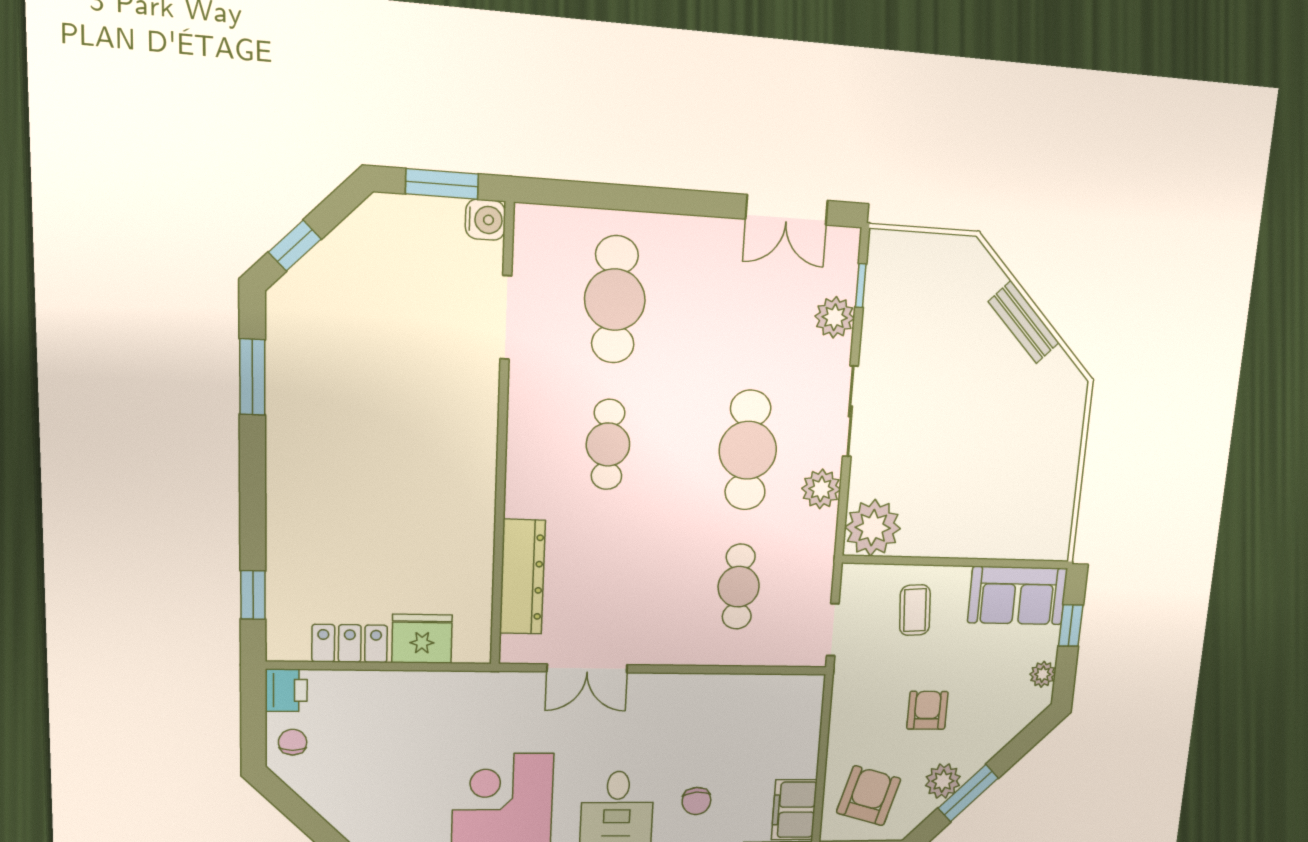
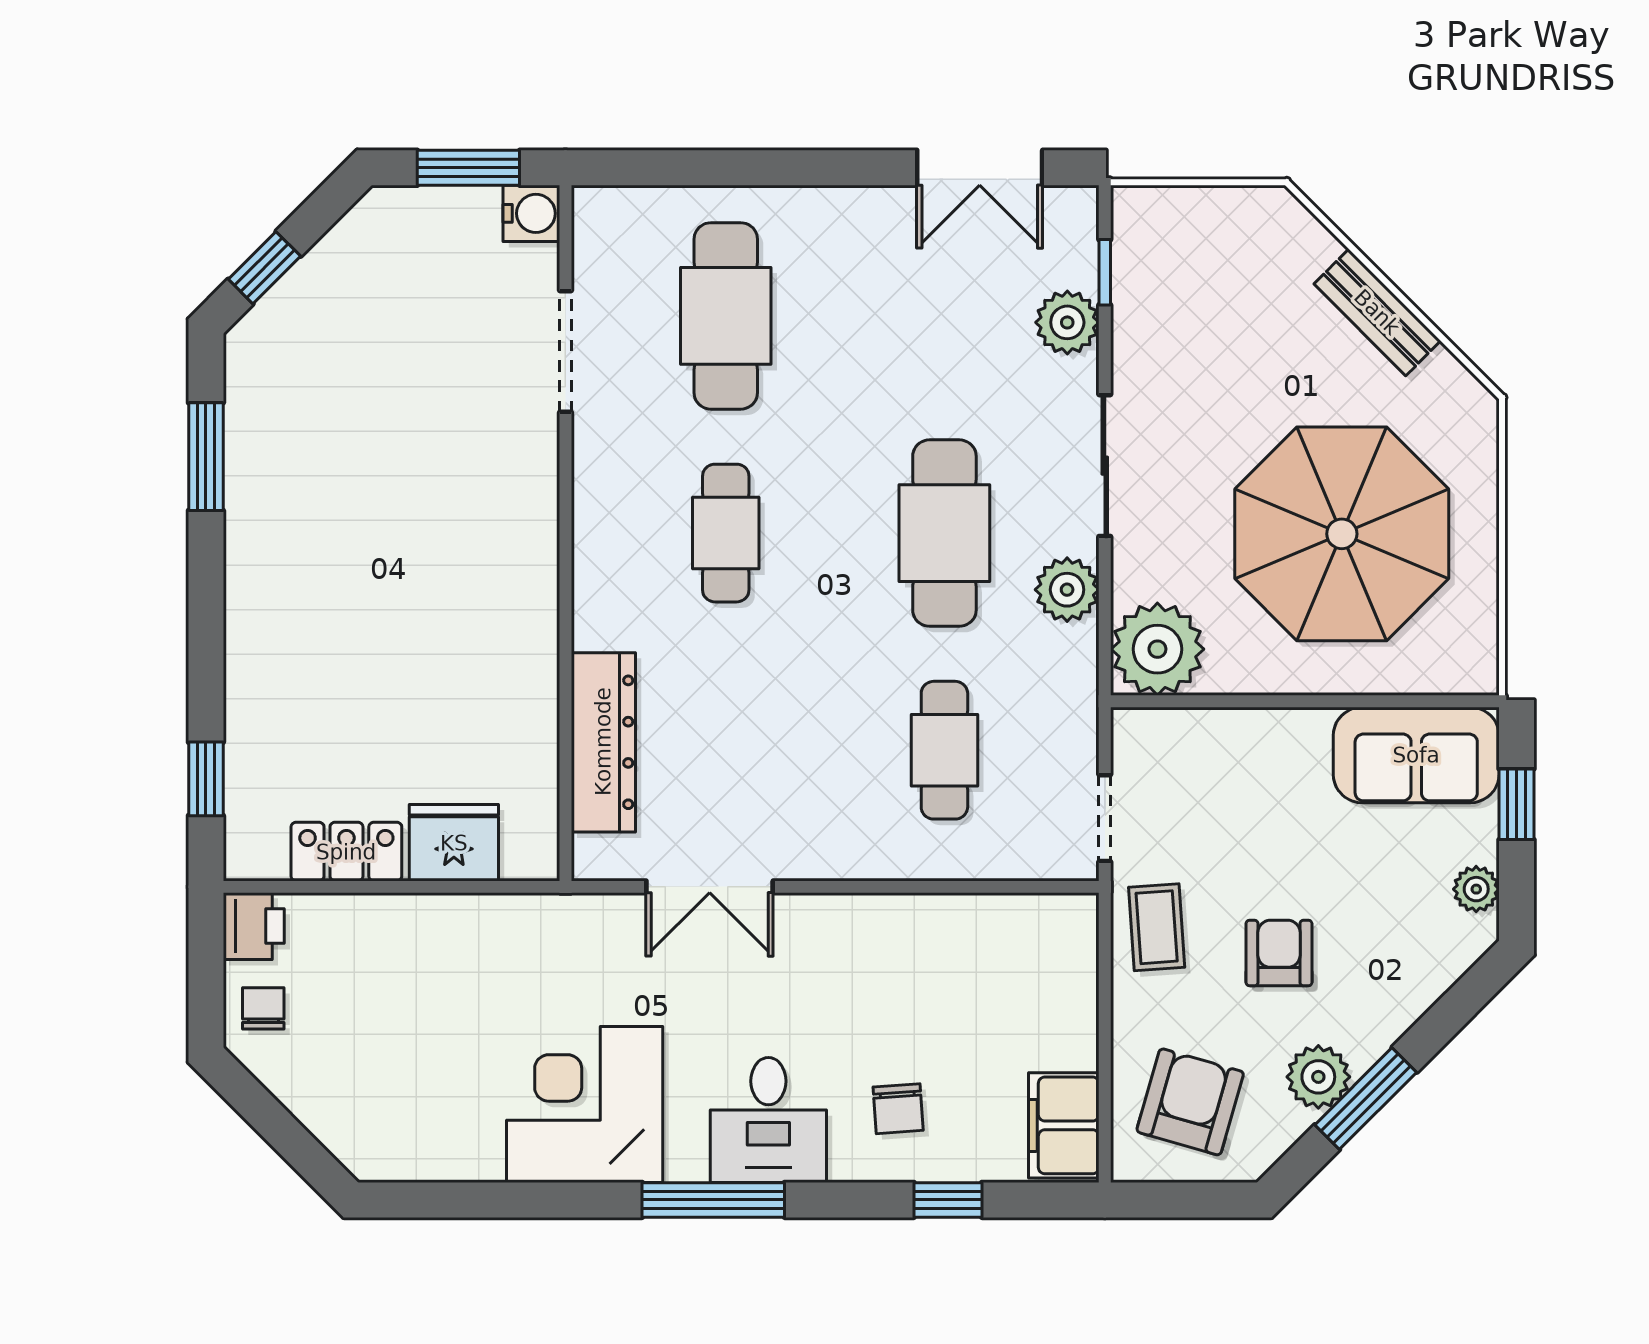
parasol: (989, 461) -> (1342, 534), added
coffee table: (915, 610) -> (1157, 927), moved

